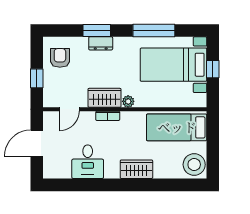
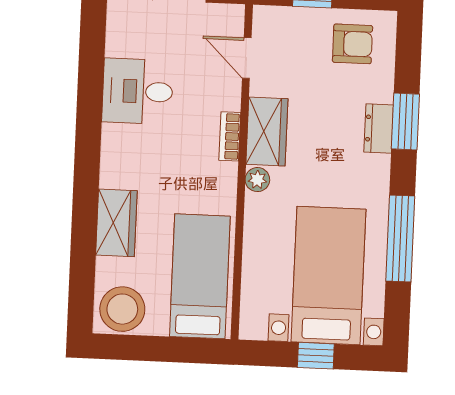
wardrobe: (136, 169) -> (116, 223), moved

